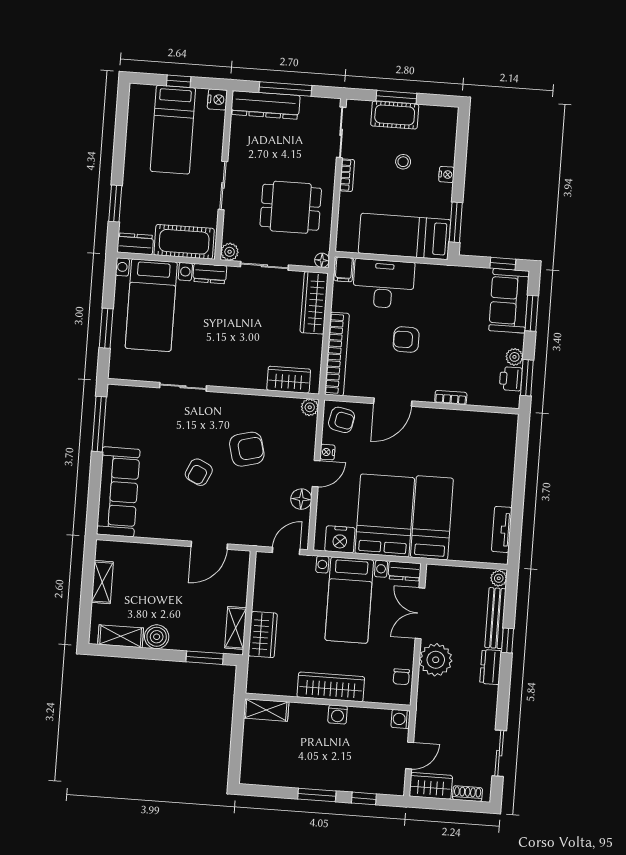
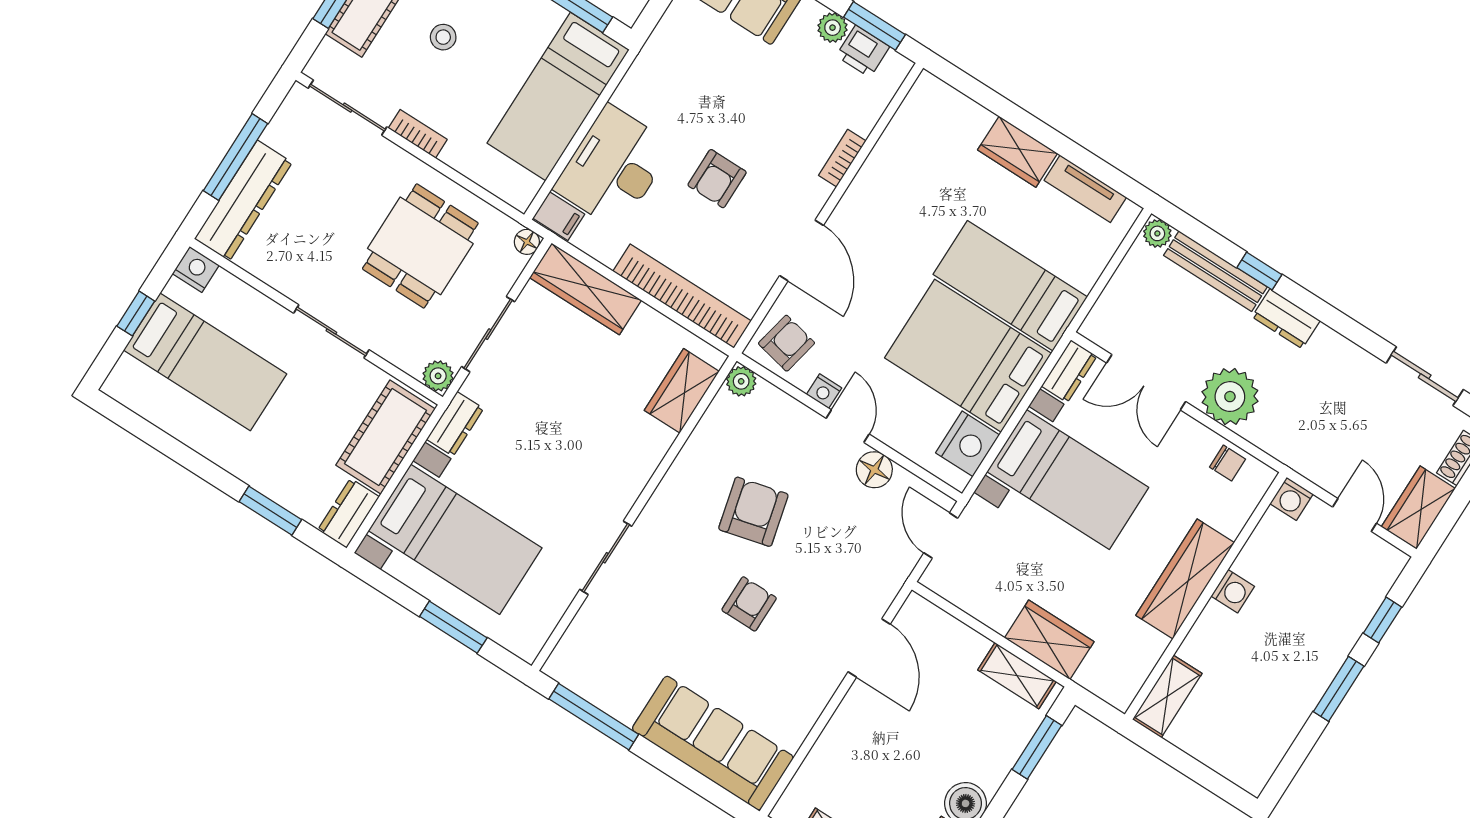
armchair: (199, 472) -> (749, 604), turned -115
wardrobe: (502, 485) -> (1018, 152), added

